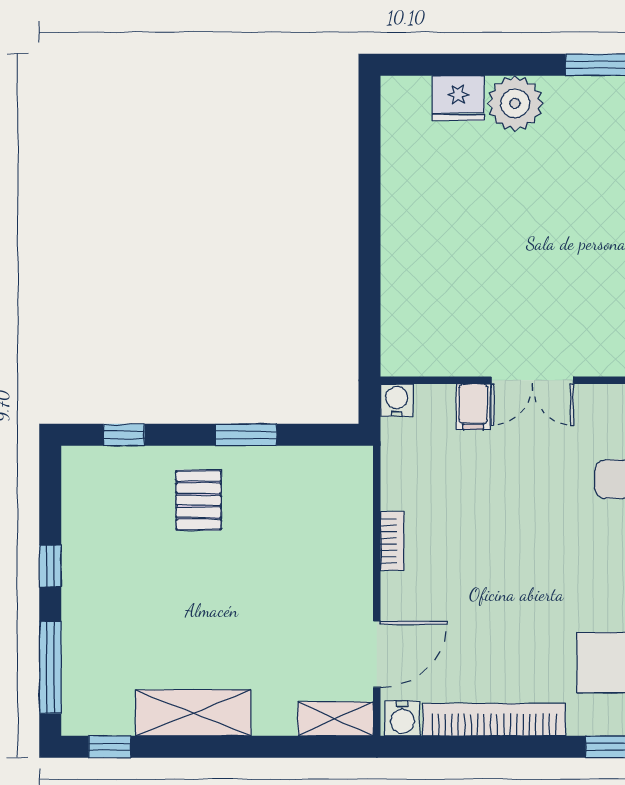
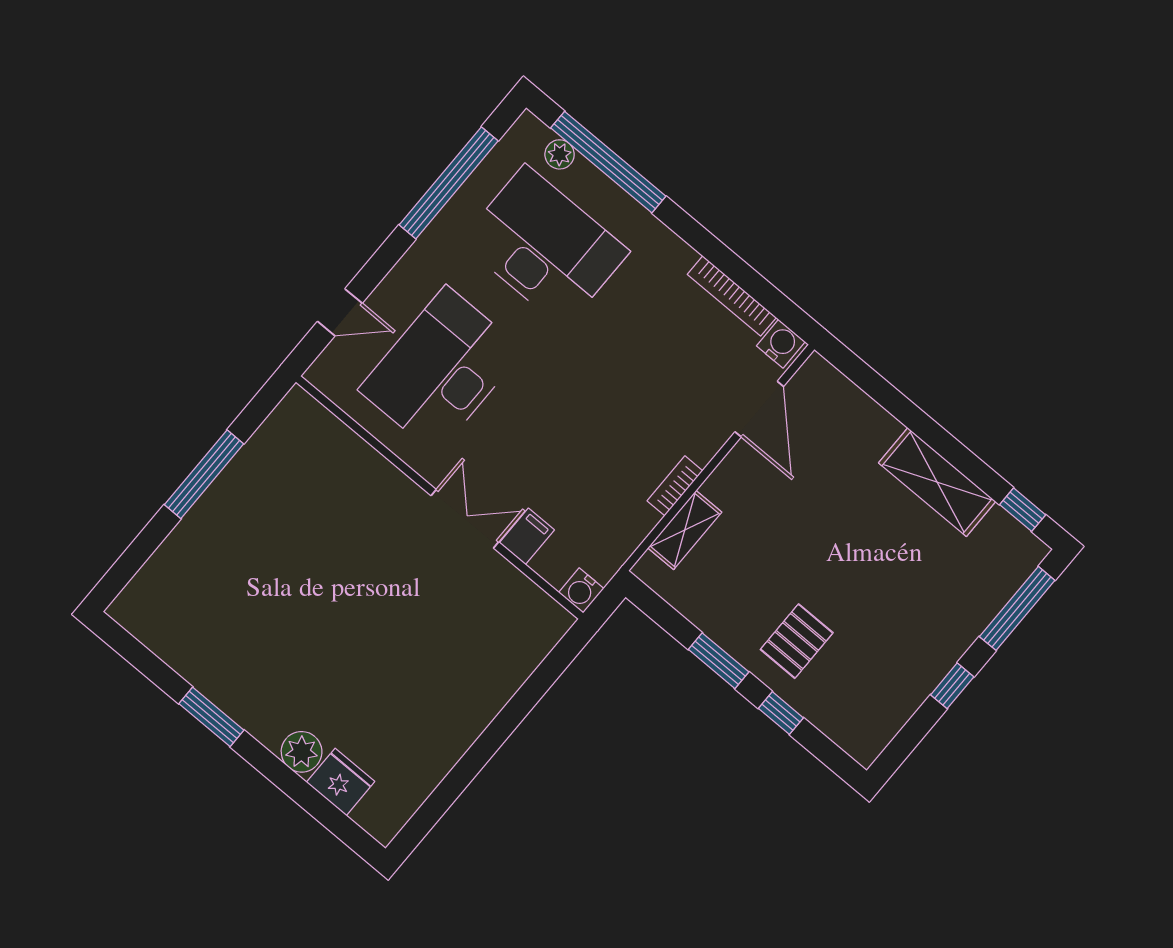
plant: (515, 103) -> (302, 752), width x0.73, depth x0.73
window: (124, 435) -> (781, 713), moved
door: (377, 654) -> (759, 409), swing flipped
shelving: (335, 719) -> (685, 530), moved, turned 90
bookcase: (494, 720) -> (732, 296), width x0.68, depth x0.76

